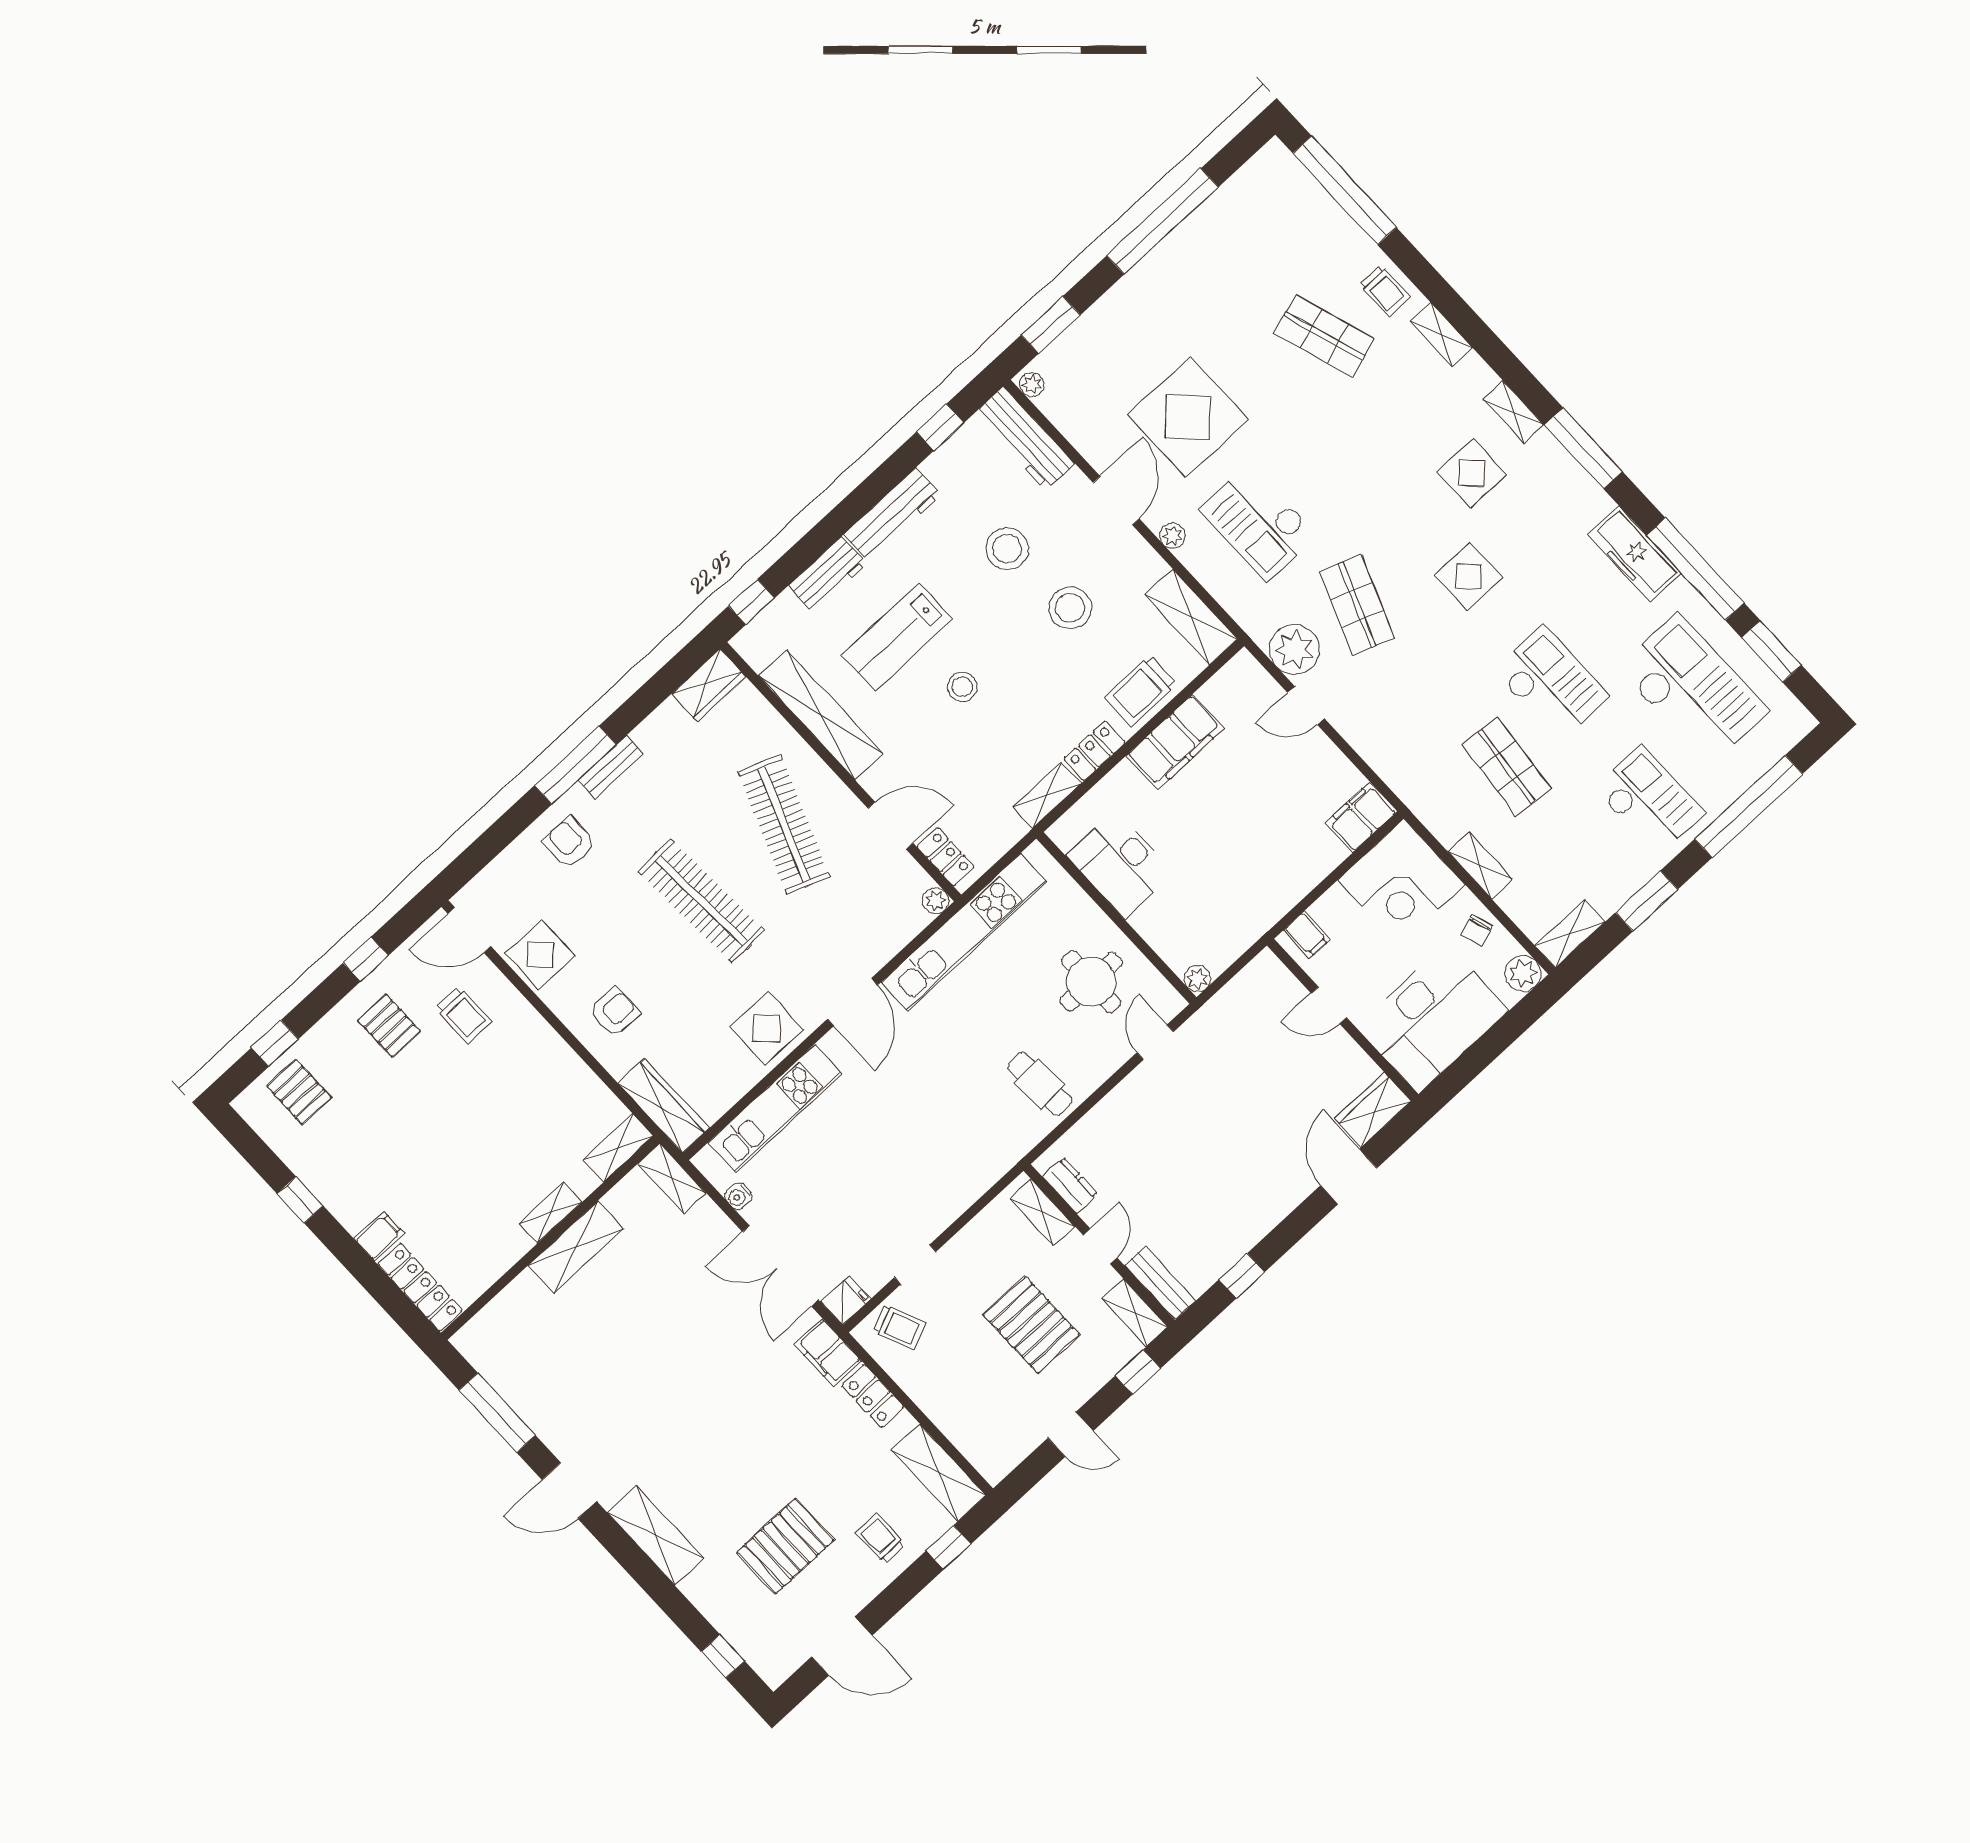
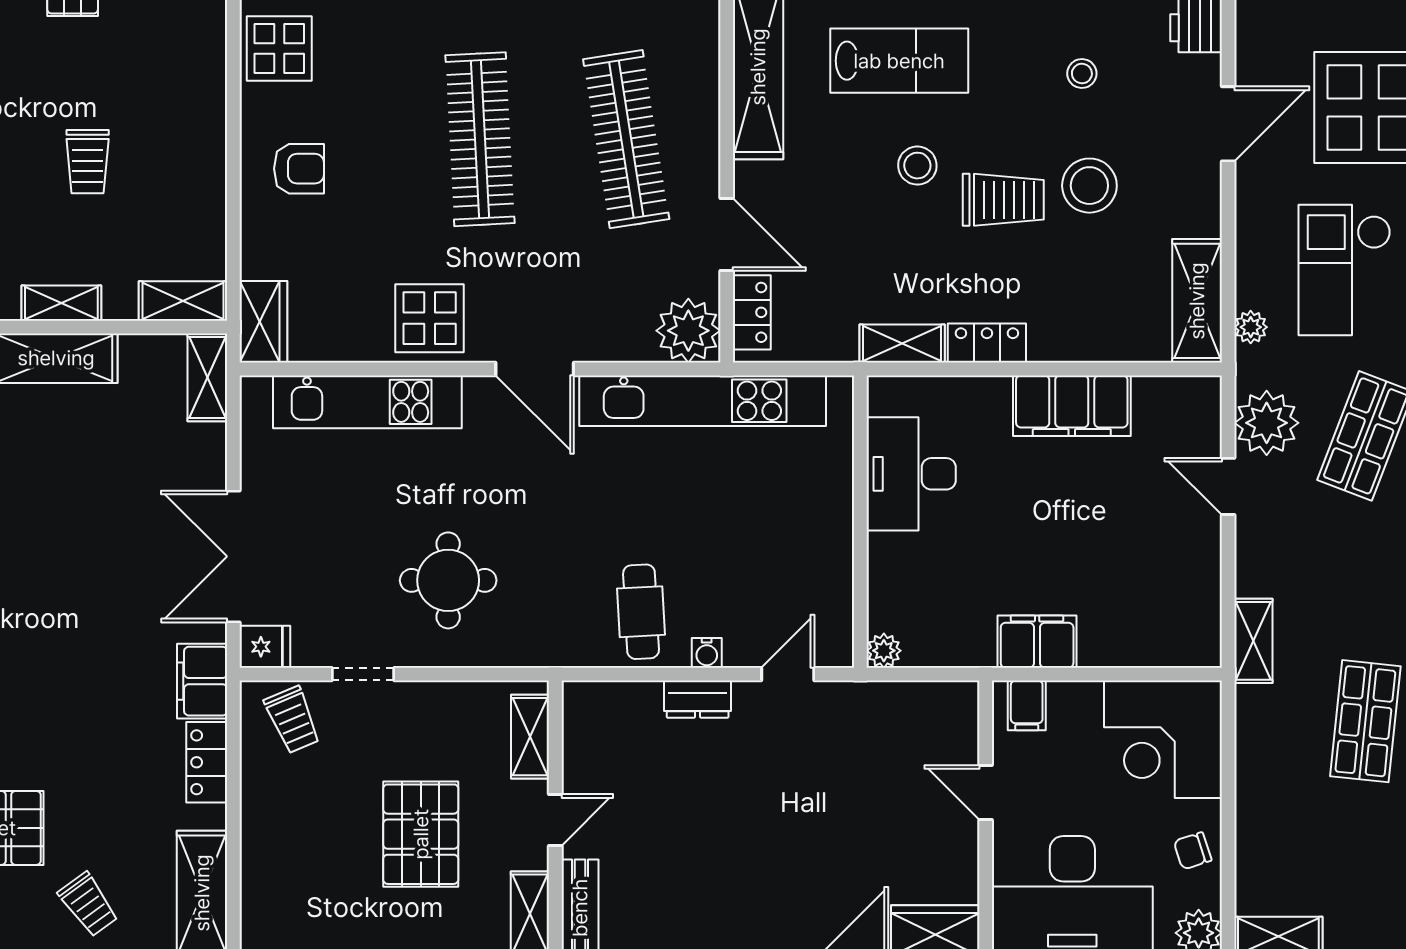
plant: (1172, 536) -> (1251, 327), moved
stool: (1007, 549) -> (1082, 74), width x0.53, depth x0.53
lab bench: (897, 637) -> (899, 61), turned 180
trolley: (1141, 690) -> (1003, 200), moved, turned 180
filing cabinet: (1361, 817) -> (1037, 642), moved
clothes rail: (784, 824) -> (626, 139), turned -30
shelving: (1480, 865) -> (1253, 641), moved
plant: (936, 901) -> (688, 331), width x1.88, depth x1.88
round table: (1091, 982) -> (448, 580), moved
door: (852, 1002) -> (535, 369), hinge flipped
trolley: (464, 1015) -> (88, 162), moved
wardrobe: (664, 1106) -> (263, 322), width x0.67
dresser: (1070, 1185) -> (698, 699), moved, turned 90
water cooler: (738, 1196) -> (707, 653), moved, turned -90
trolley: (880, 1539) -> (88, 904), turned 144

